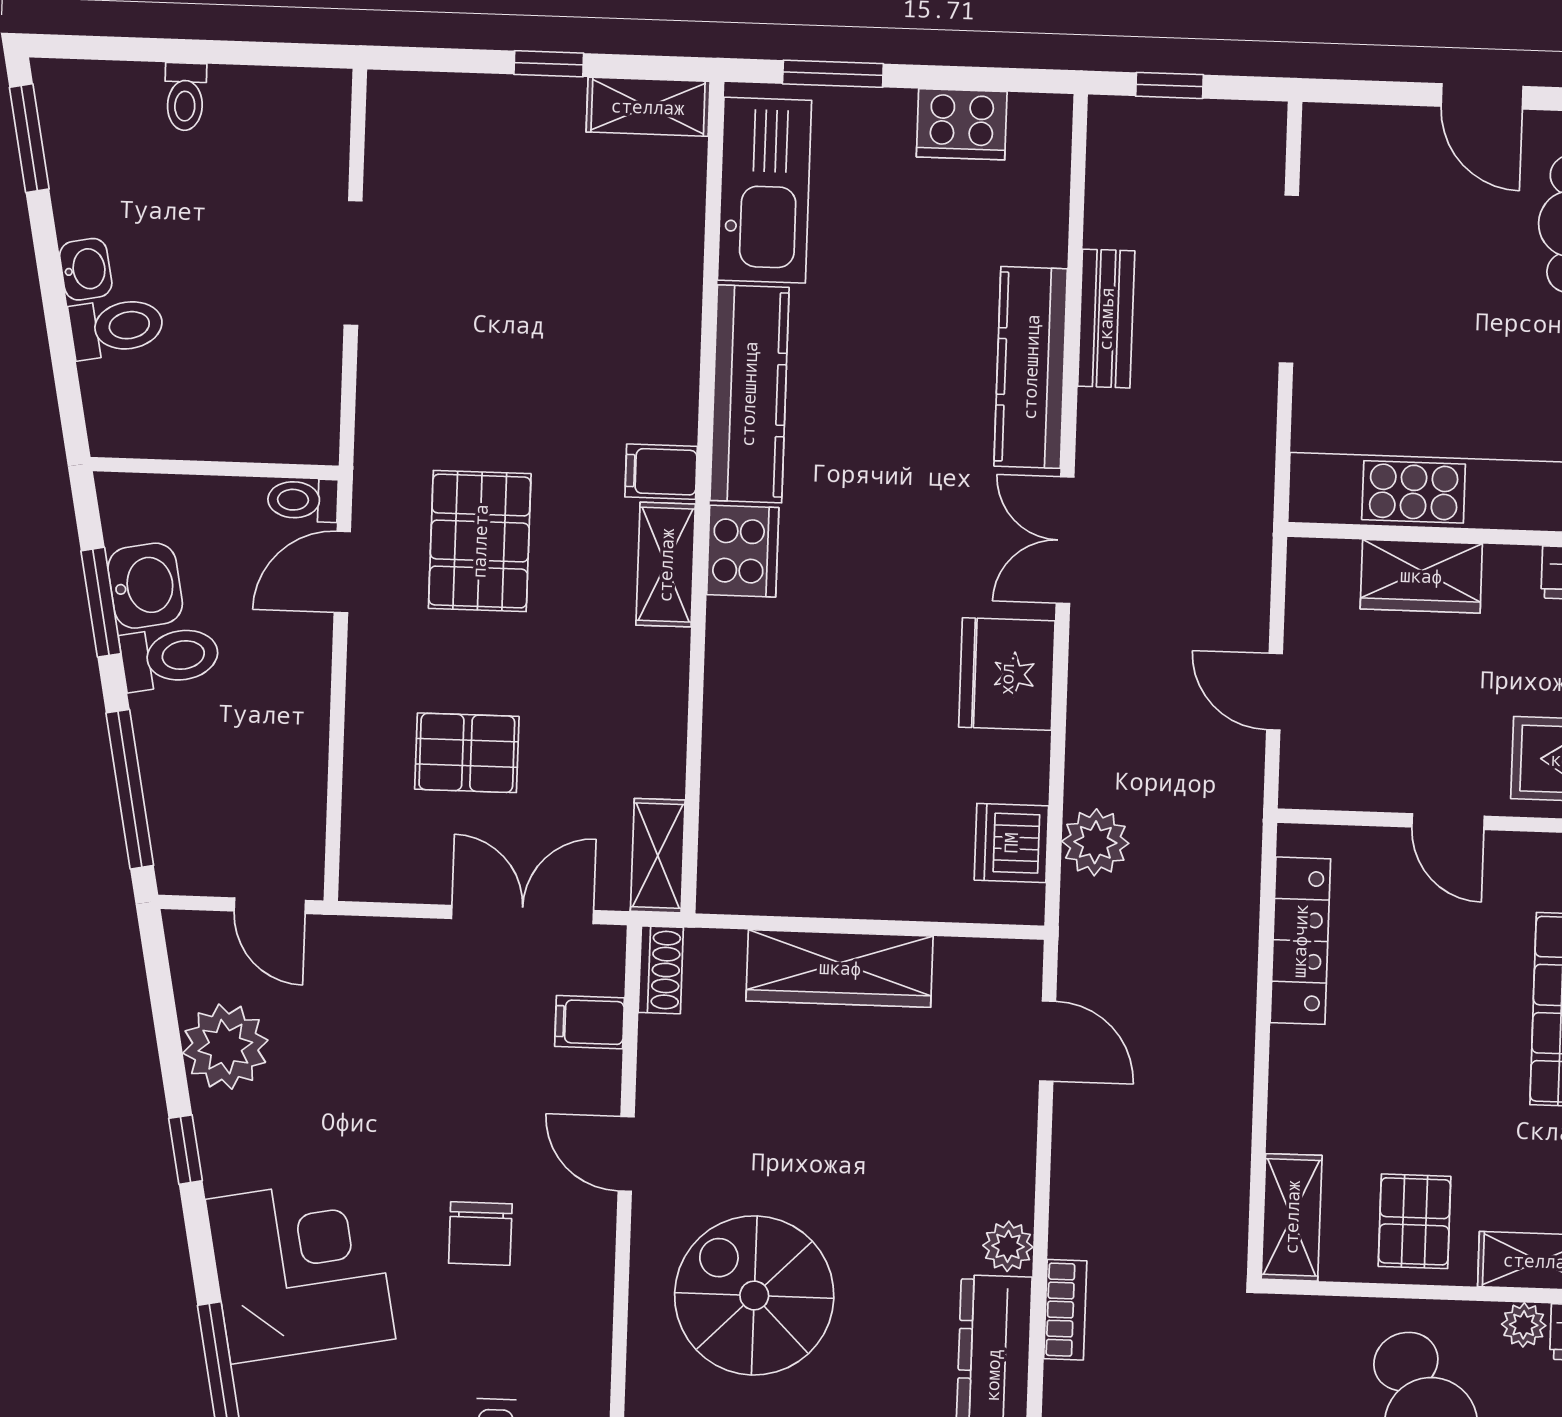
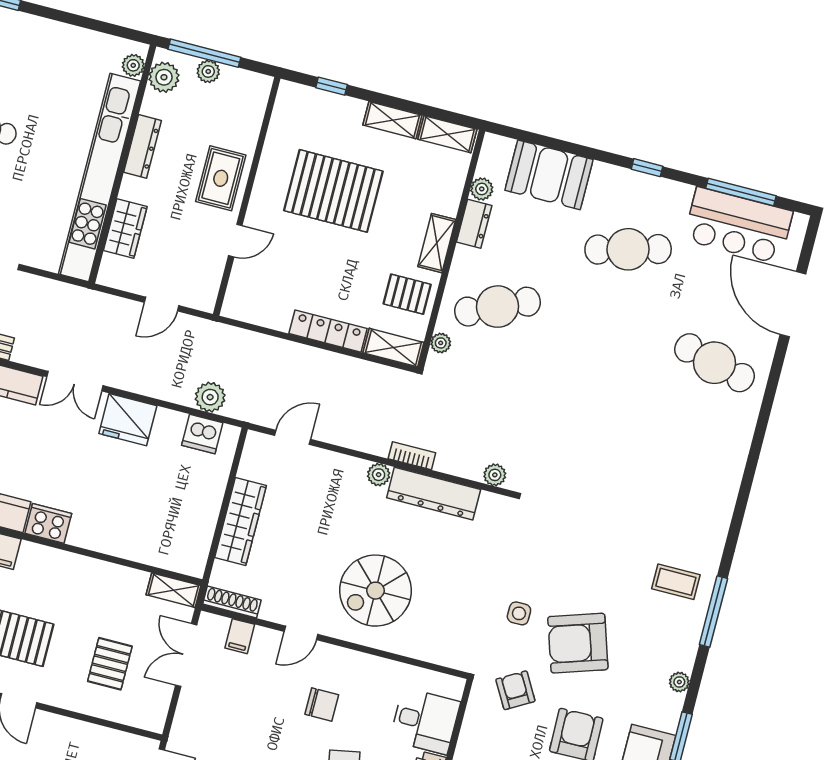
shelving: (666, 565) -> (47, 558), removed
locker: (1300, 941) -> (328, 331), moved
shoe rack: (661, 970) -> (232, 602), width x1.43
plant: (1524, 1325) -> (441, 343), moved

